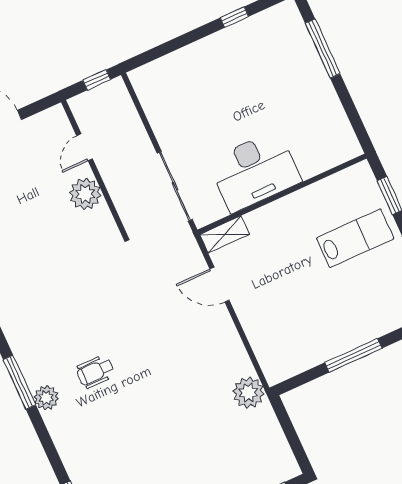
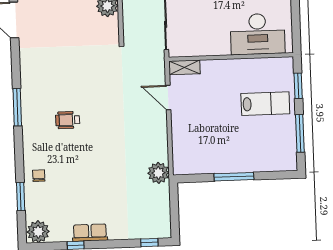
desk: (255, 171) -> (258, 34), moved
plant: (46, 398) -> (30, 124), removed
chair: (87, 463) -> (39, 176), added

